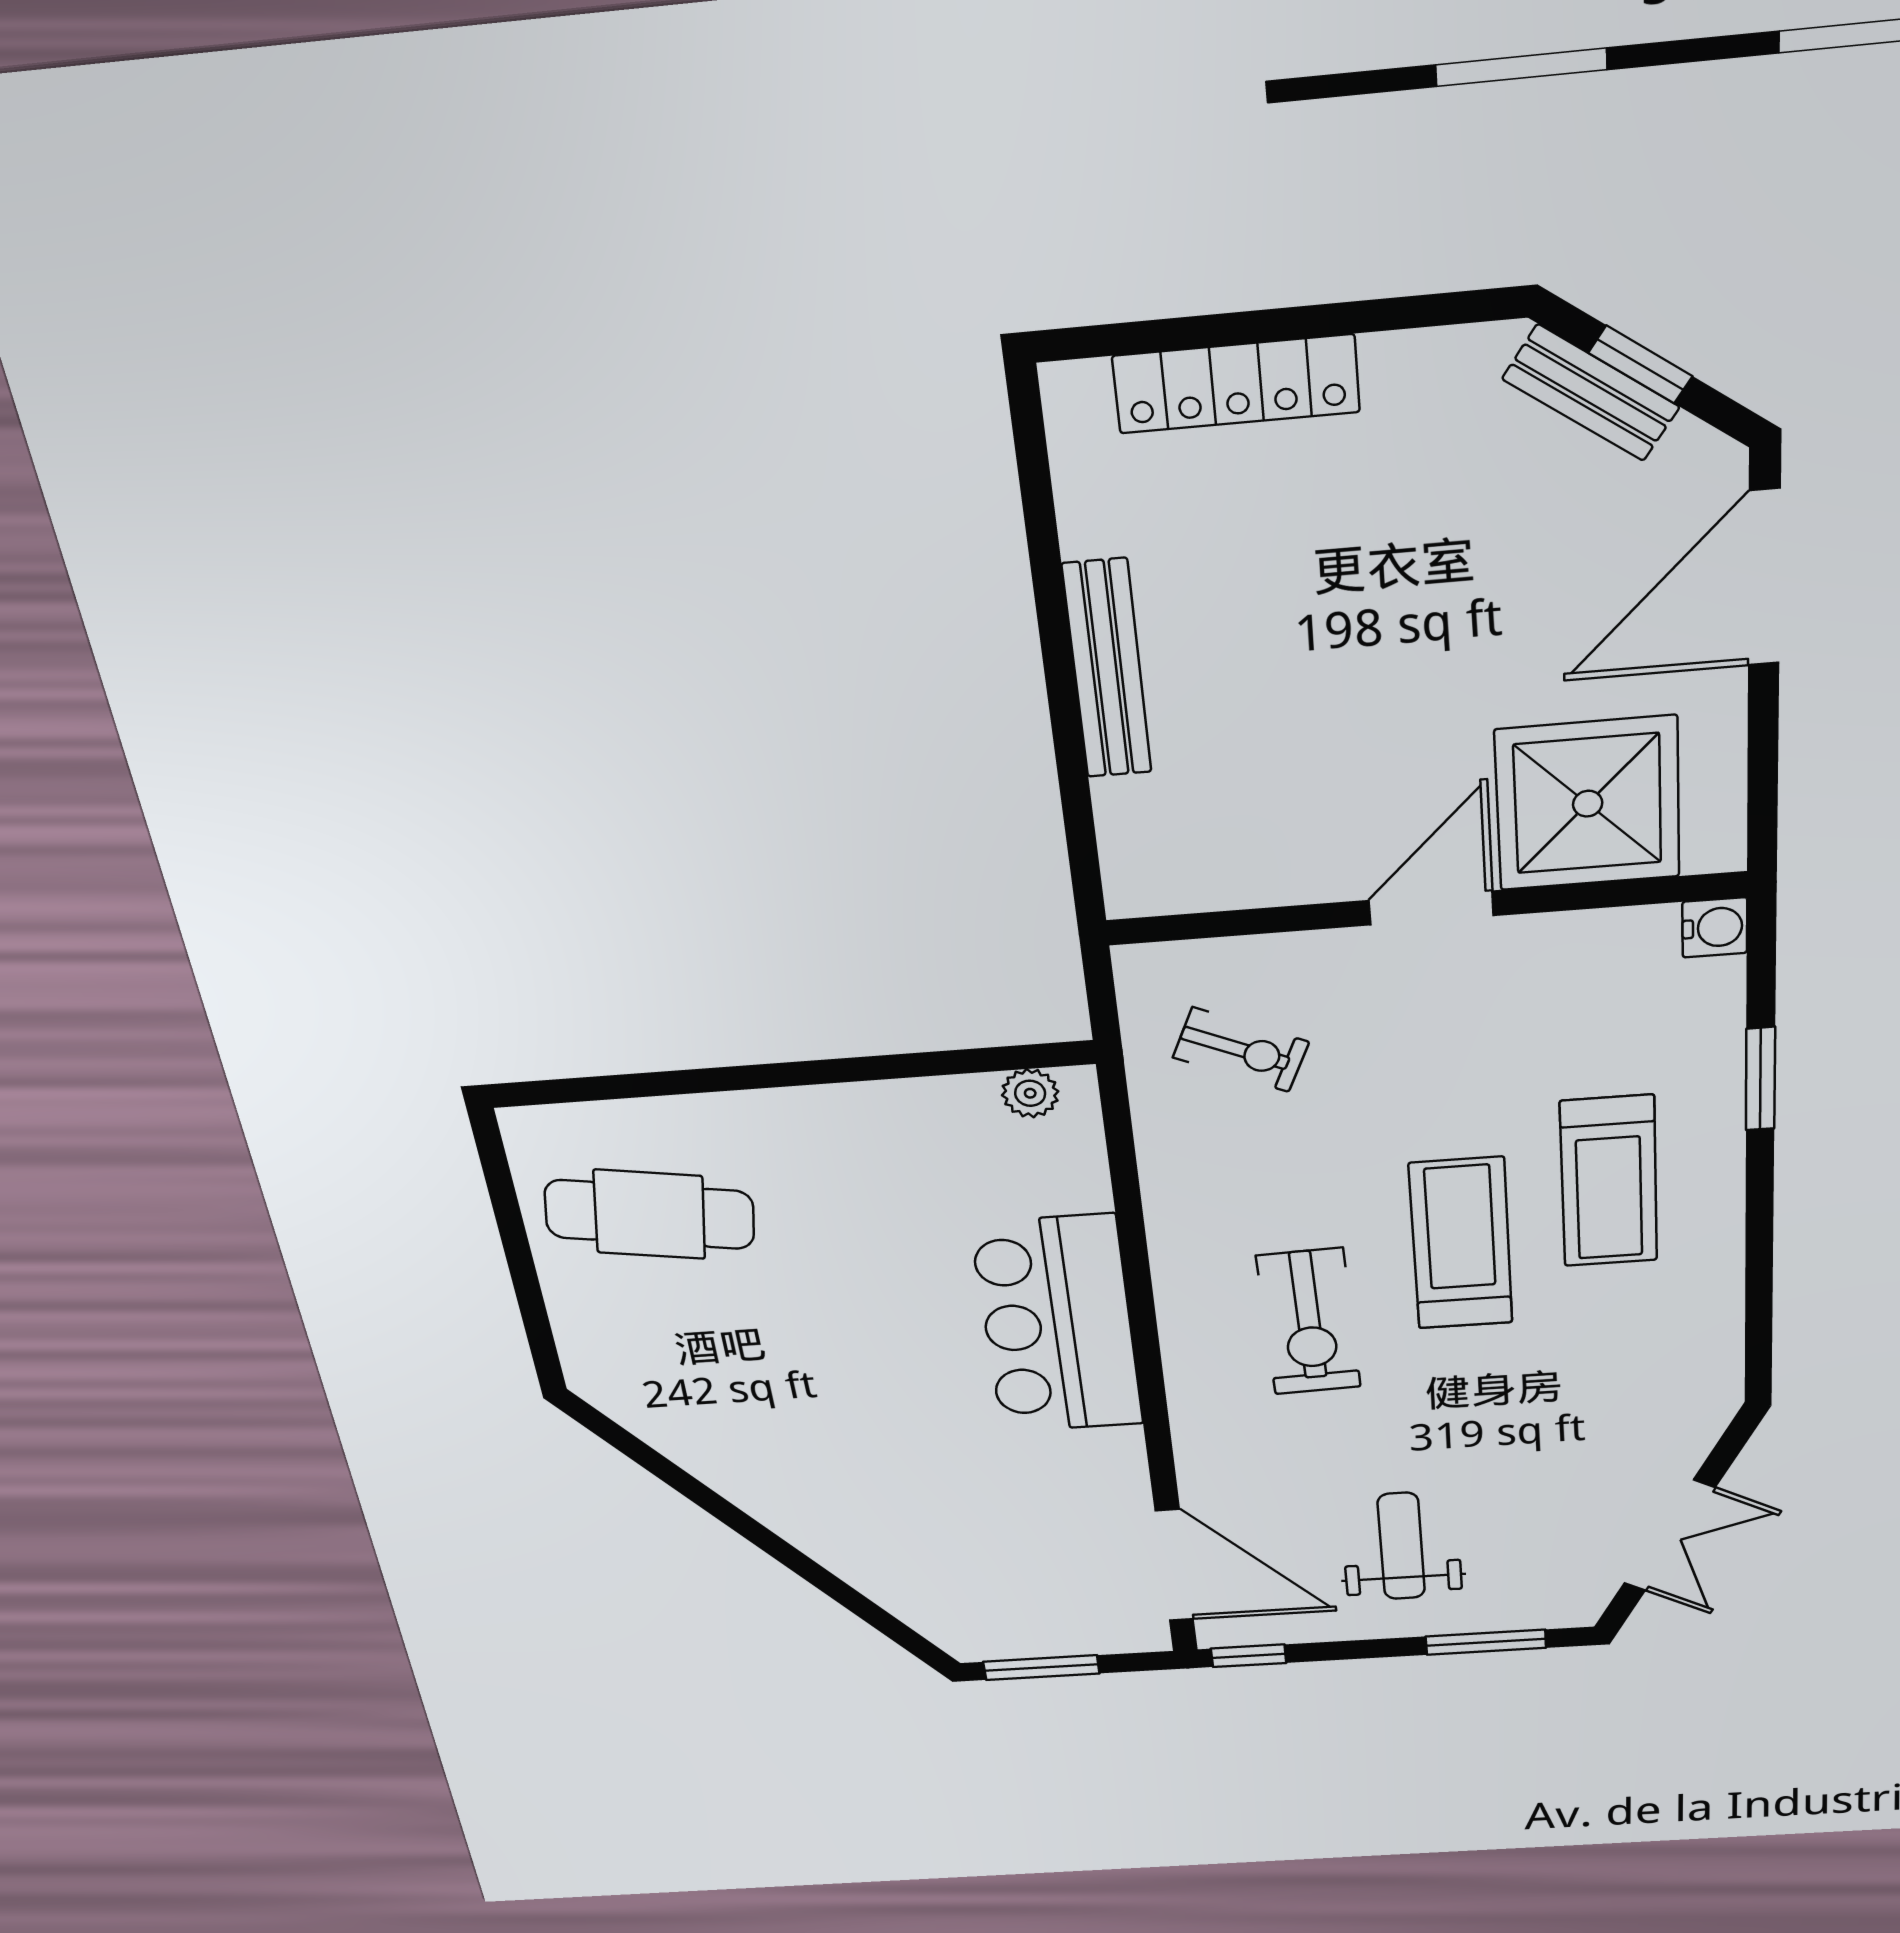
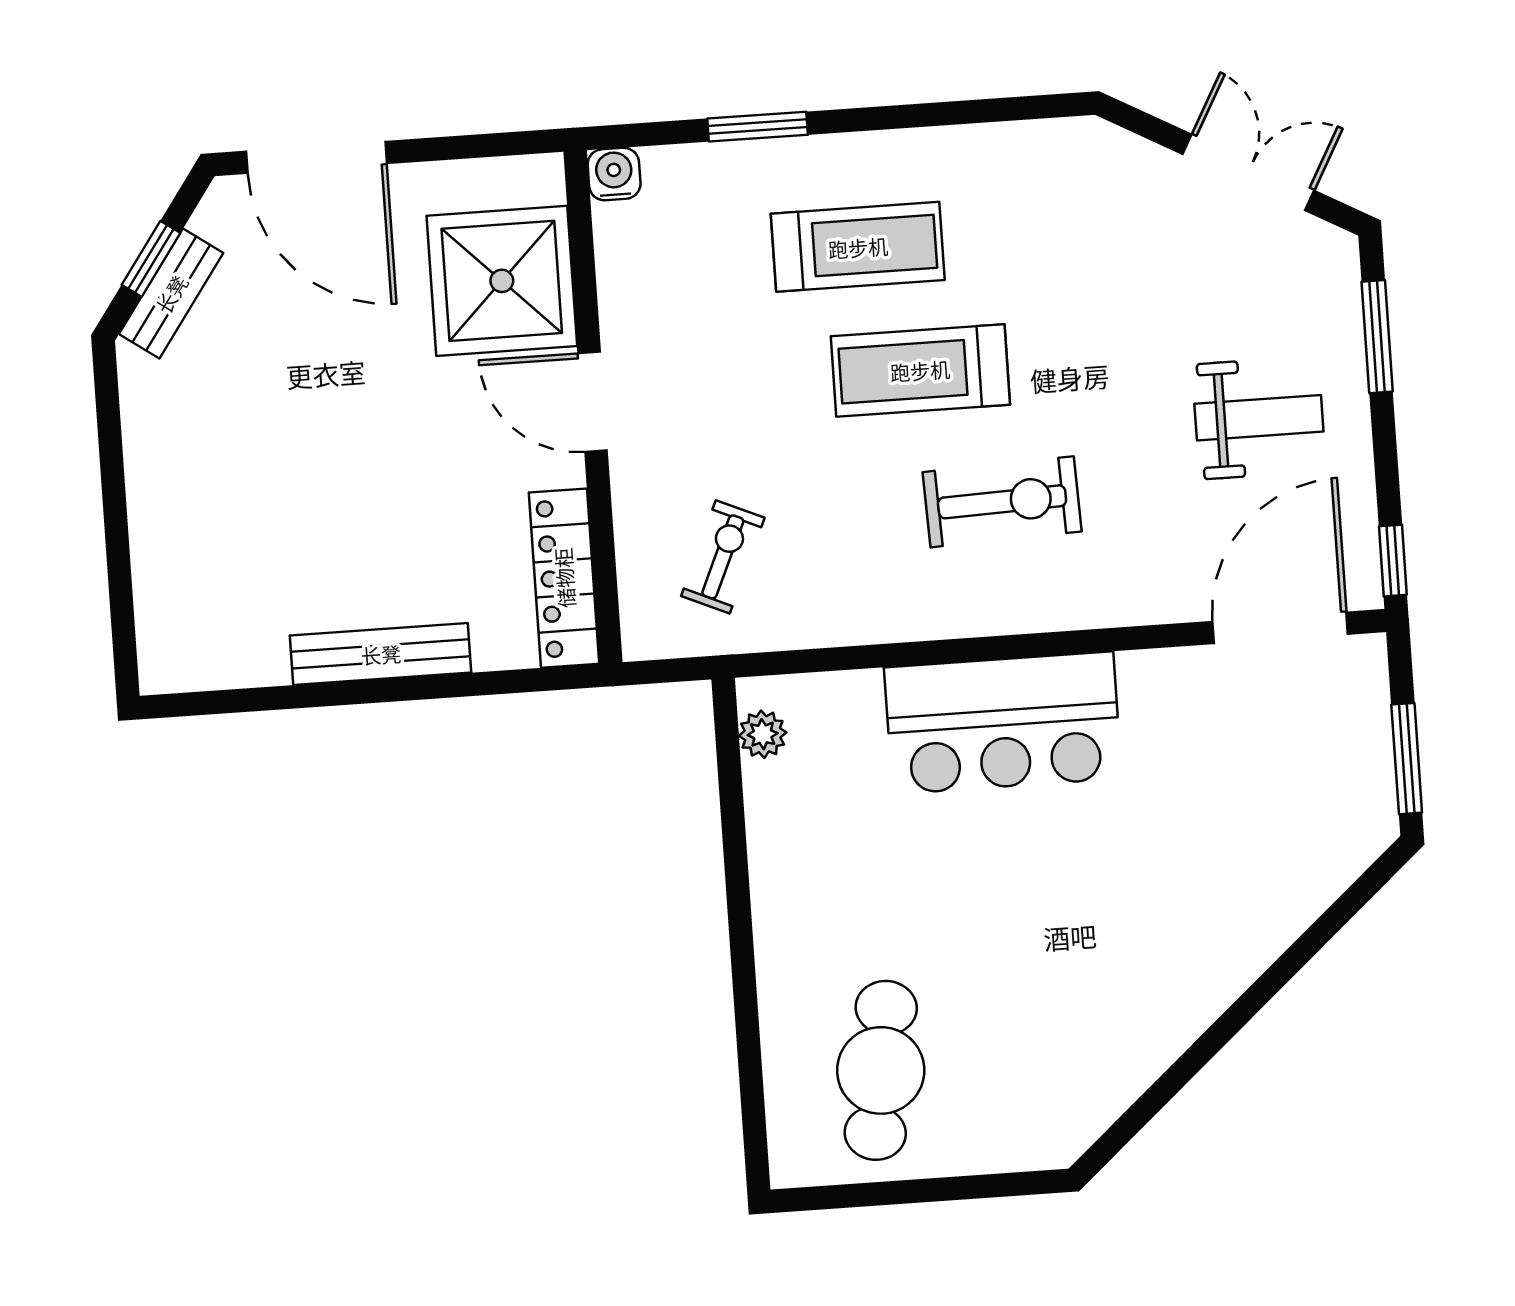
locker: (1236, 384) -> (564, 578), moved, turned 180
weight bench: (1401, 1546) -> (1259, 418), turned 180

